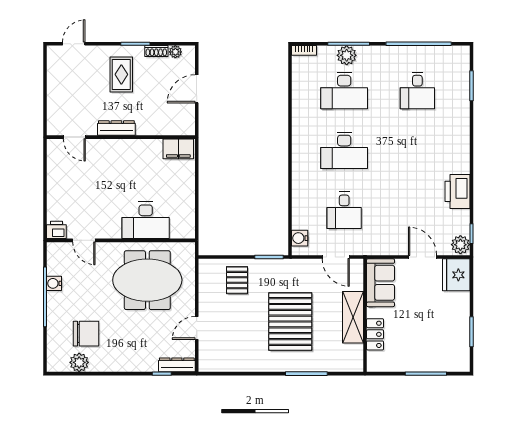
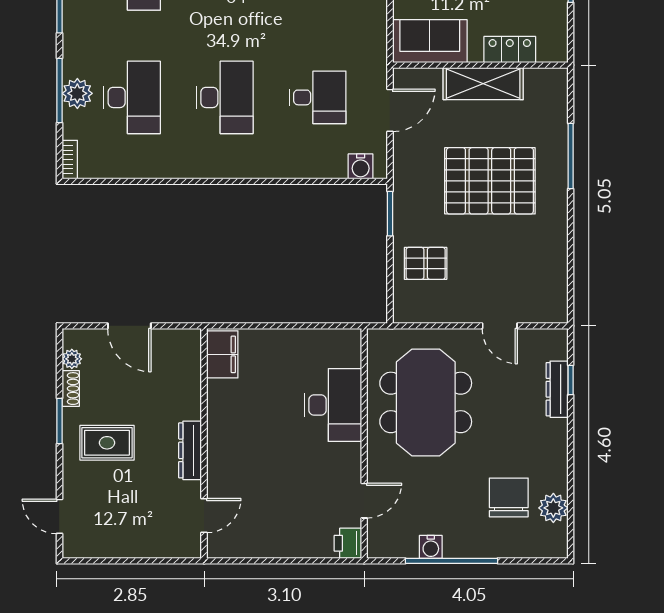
dresser: (177, 365) -> (557, 389), moved

